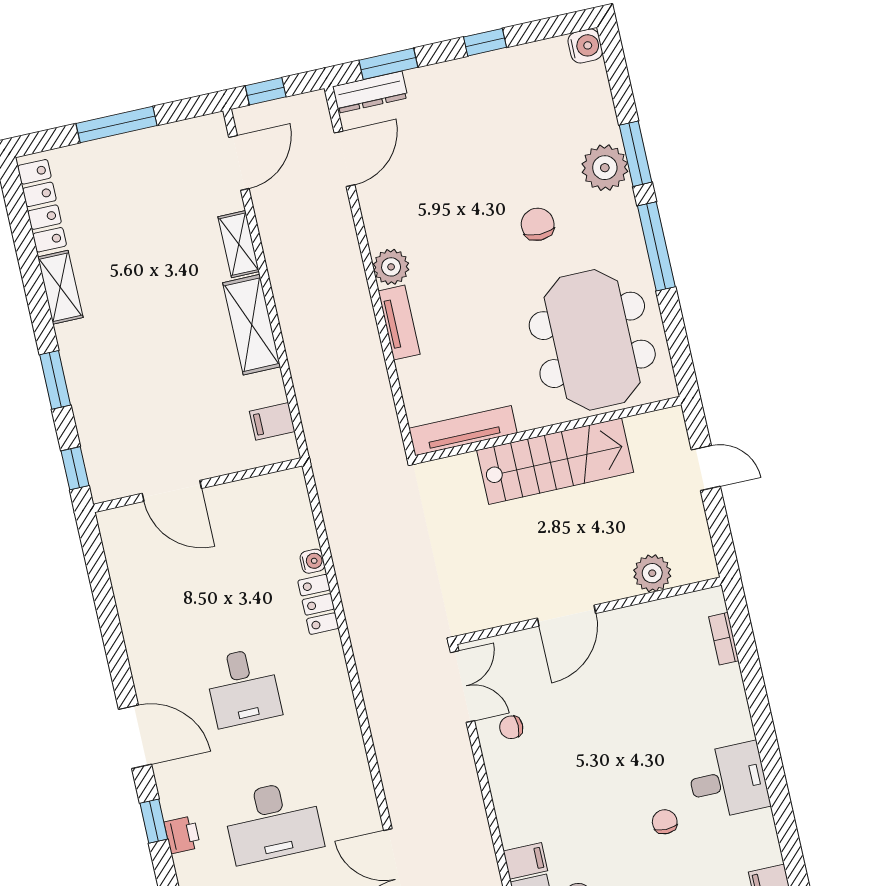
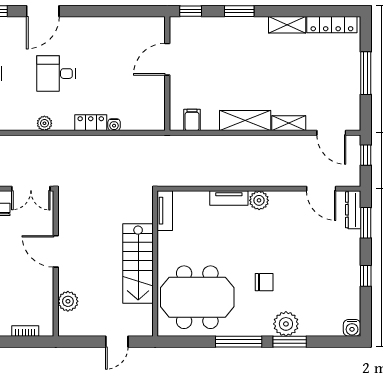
tv unit: (463, 431) -> (165, 211), width x0.71
plant: (338, 688) -> (44, 123), added

